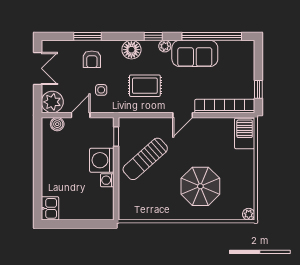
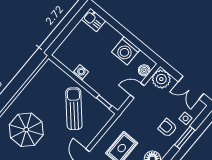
side table: (101, 90) -> (186, 118), moved
door: (81, 115) -> (137, 90), swing flipped
washing machine: (102, 160) -> (126, 51), moved, turned 180

